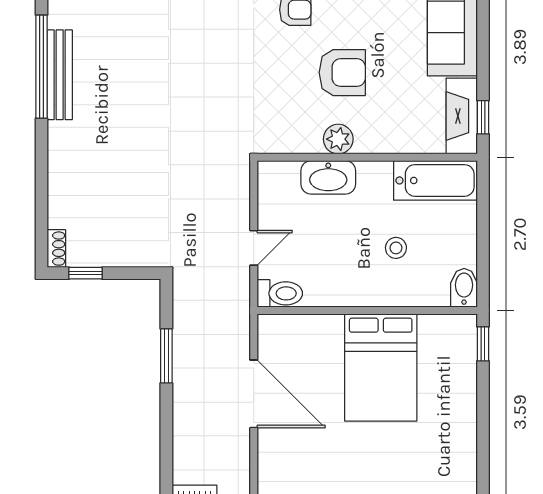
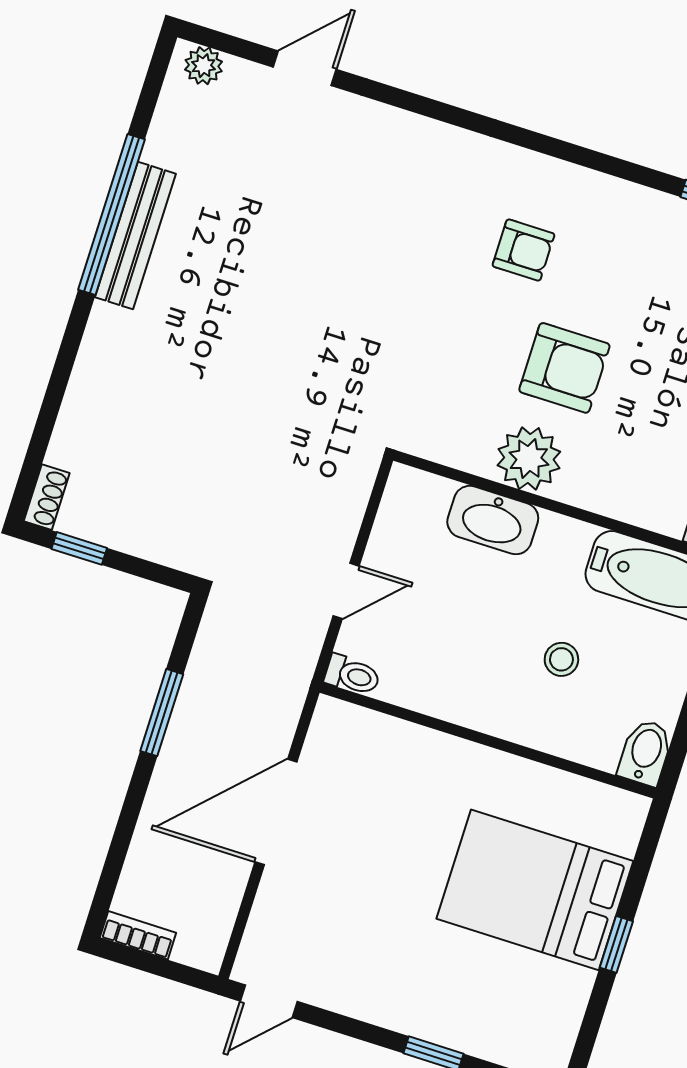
plant: (338, 139) -> (529, 459), width x1.36, depth x1.36
toilet: (280, 293) -> (352, 675), width x0.73, depth x0.72
window: (483, 344) -> (616, 944), moved
bed: (381, 367) -> (535, 890), moved, turned 90
door: (254, 394) -> (276, 812), swing flipped

